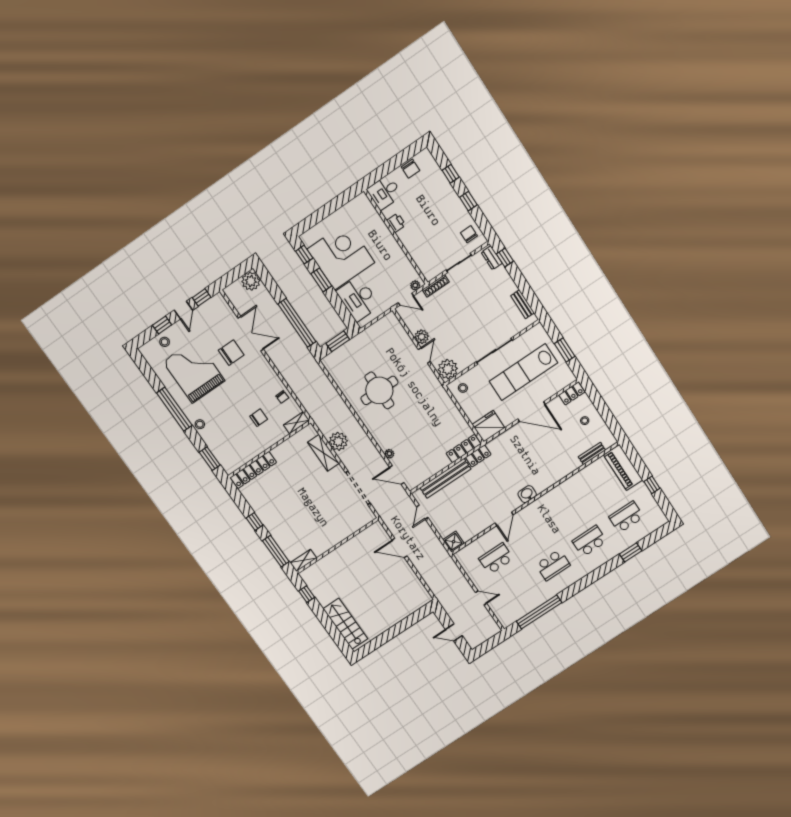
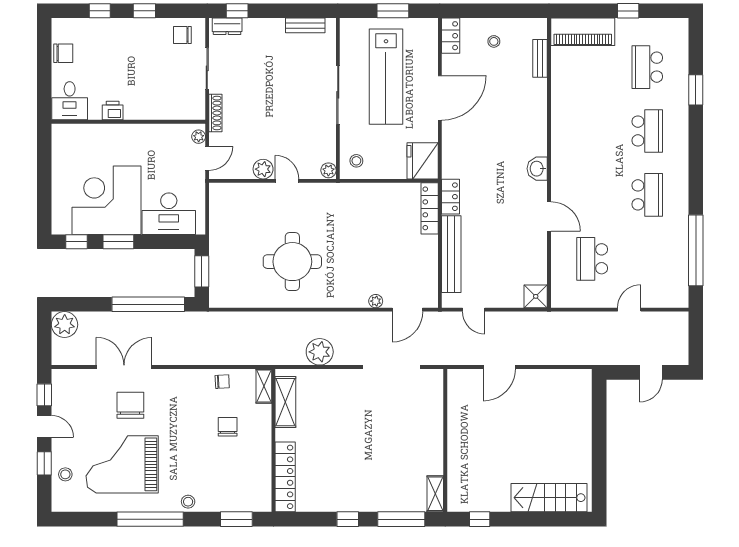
plant: (448, 369) -> (328, 170), width x0.53, depth x0.53
shelving: (323, 453) -> (285, 402), moved, turned 90
school desk: (589, 541) -> (647, 131), turned 180

